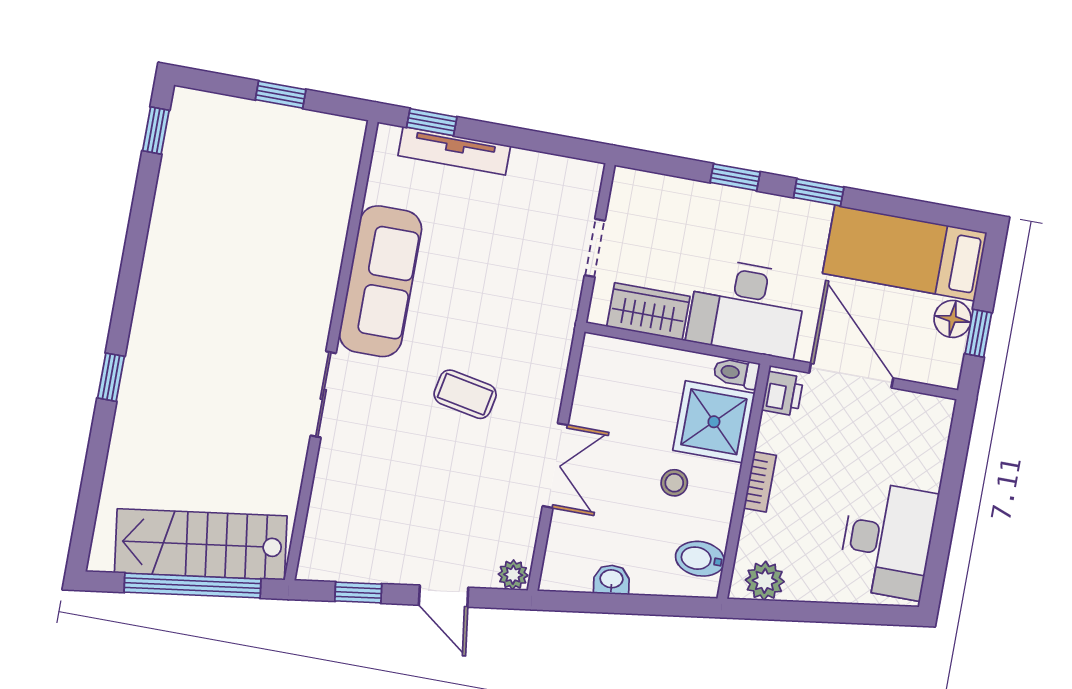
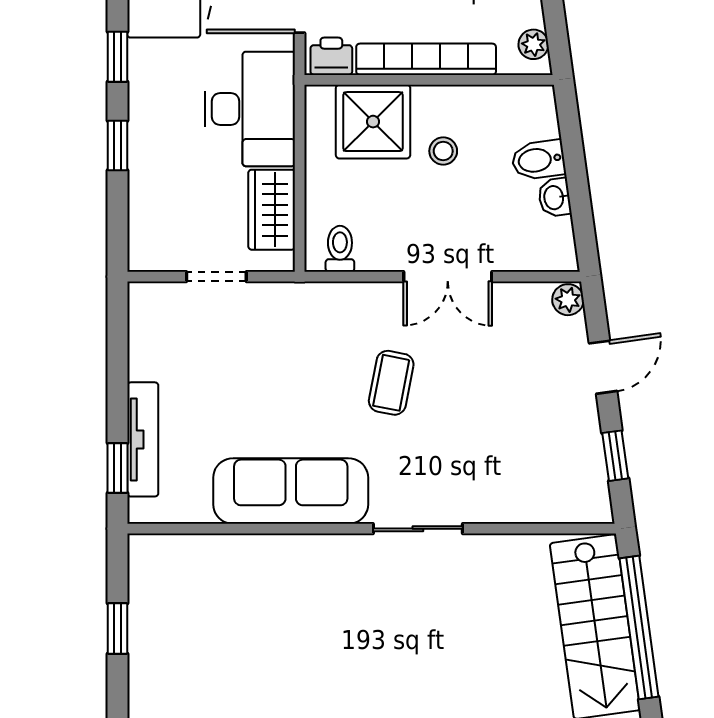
toilet: (736, 373) -> (340, 249), moved, turned 180
double door: (555, 466) -> (448, 277), swing flipped
bookcase: (760, 482) -> (426, 59), width x2.31, depth x1.31
bidet: (700, 559) -> (538, 160), moved, turned 82
plant: (765, 581) -> (533, 44), width x0.73, depth x0.73

